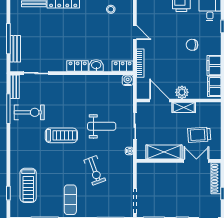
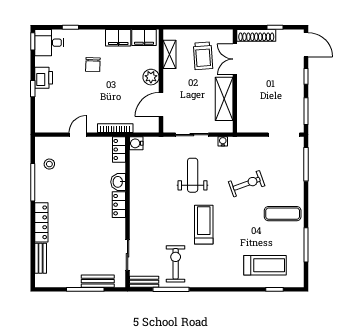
shelving: (184, 107) -> (169, 54), moved

